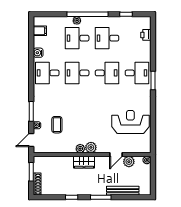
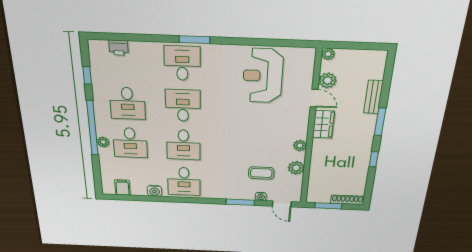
plant: (91, 147) -> (296, 168), moved
wardrobe: (84, 162) -> (323, 124), moved
bench: (123, 191) -> (373, 97), width x0.73

